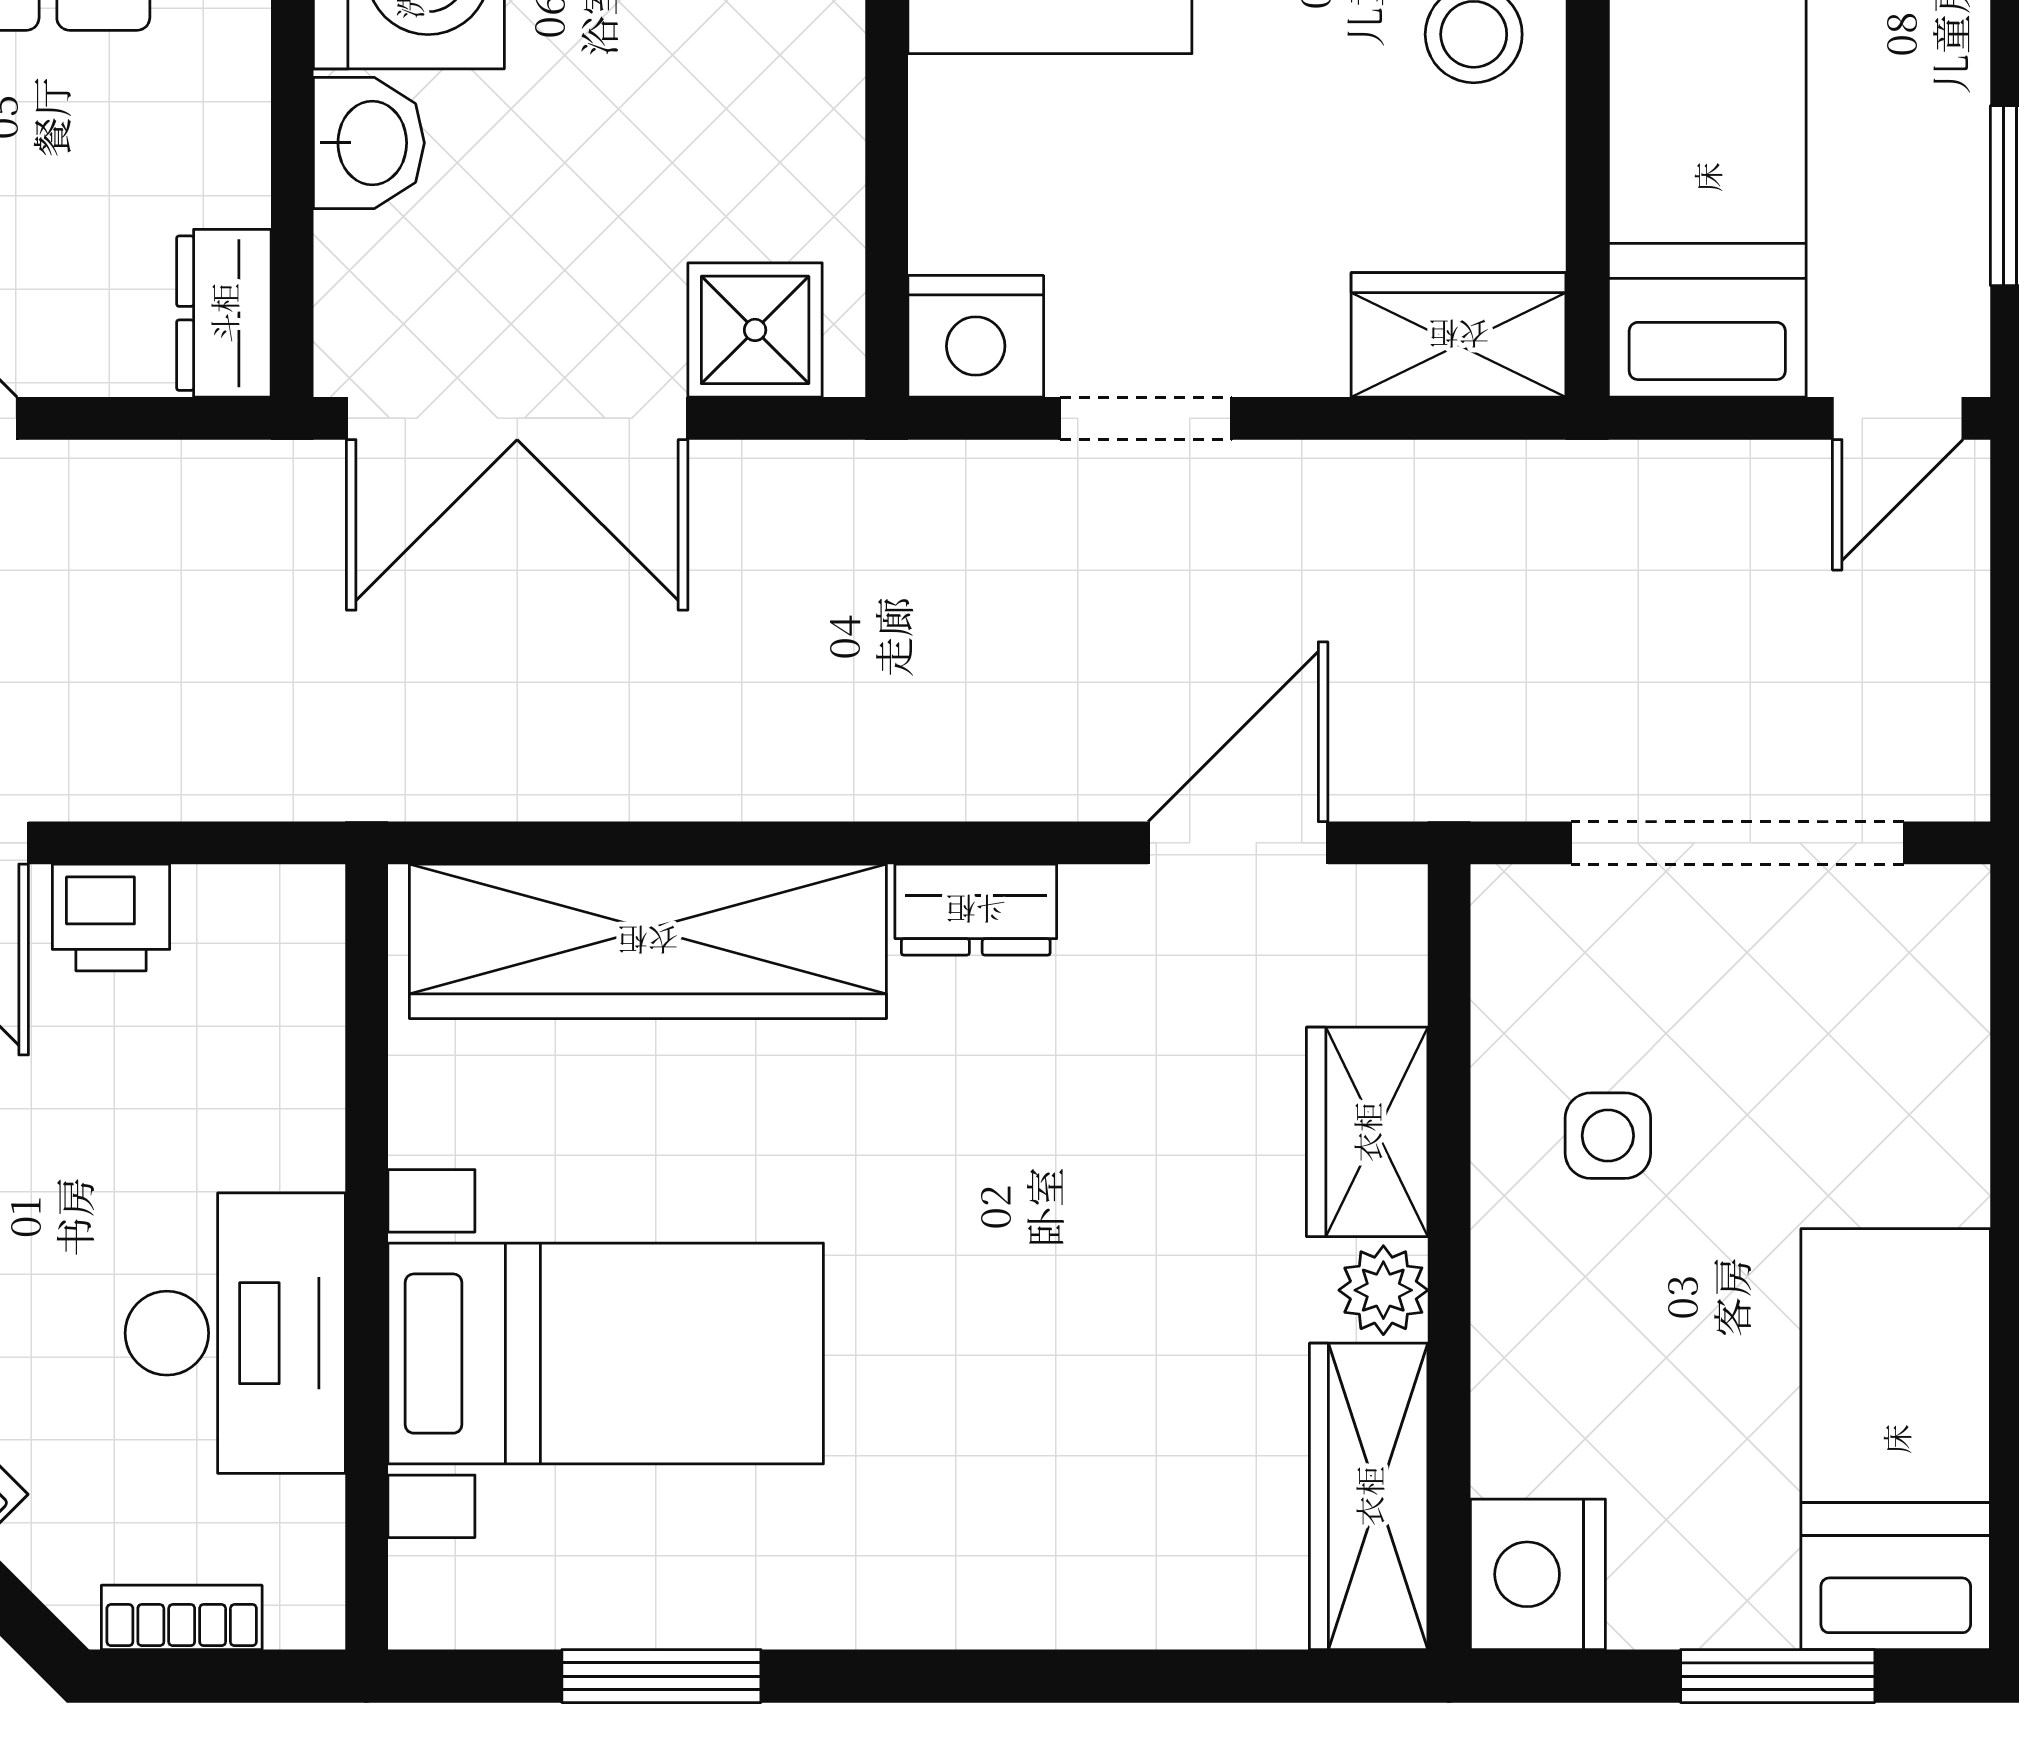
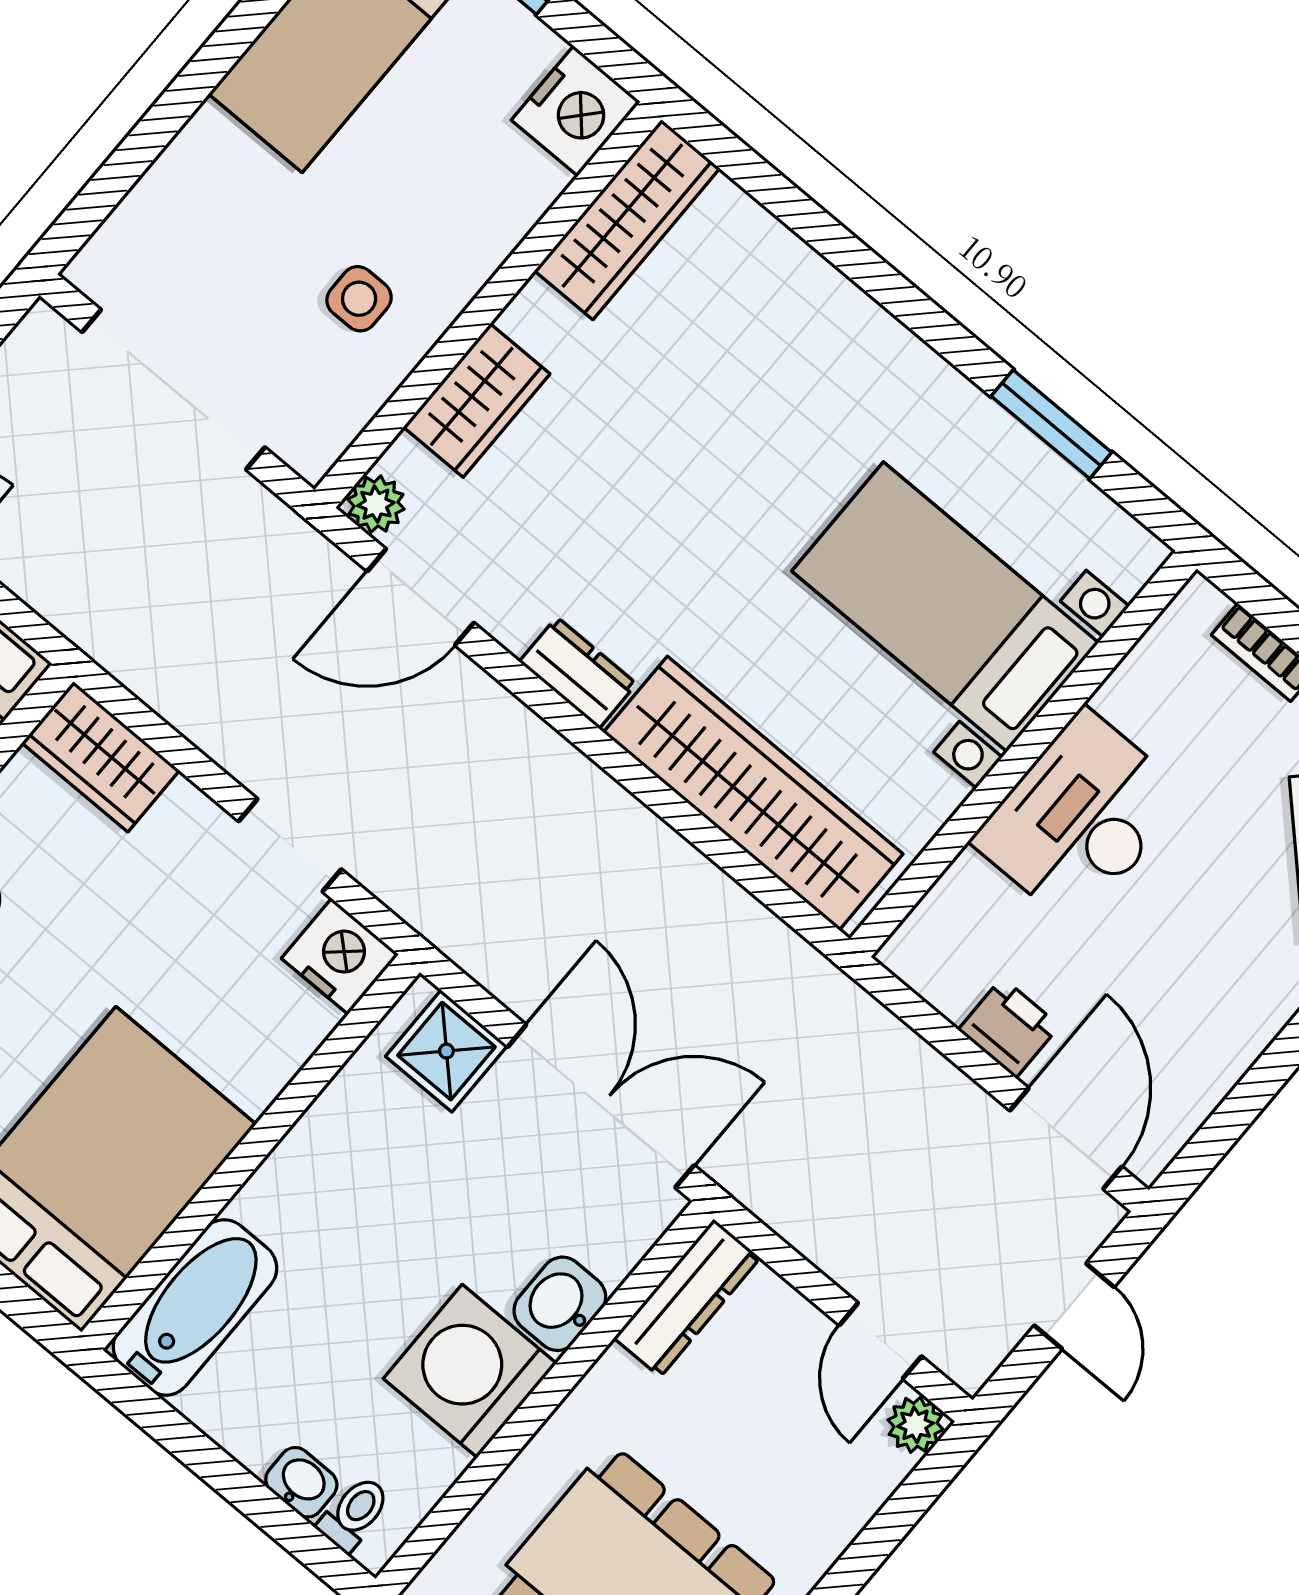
dresser: (224, 313) -> (687, 1298), width x1.44
plant: (1383, 1290) -> (376, 504), moved
desk: (235, 1333) -> (1080, 818), moved

